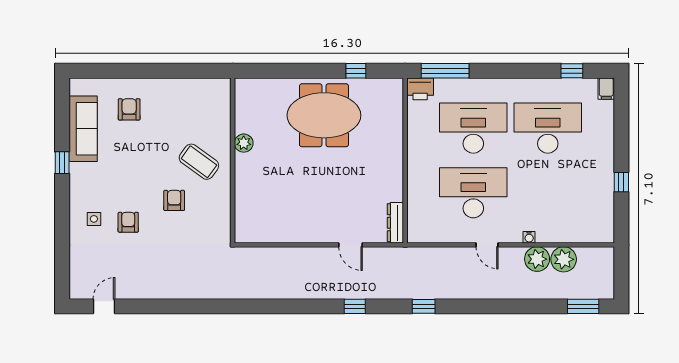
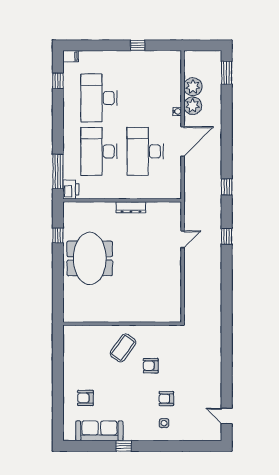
plant: (244, 143) -> (110, 316), removed
dresser: (395, 223) -> (131, 207), moved
door: (487, 245) -> (183, 142), width x1.88

